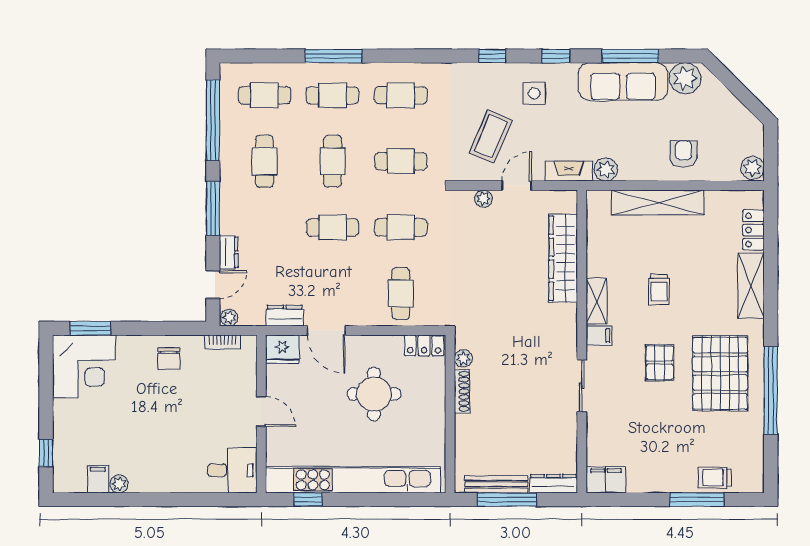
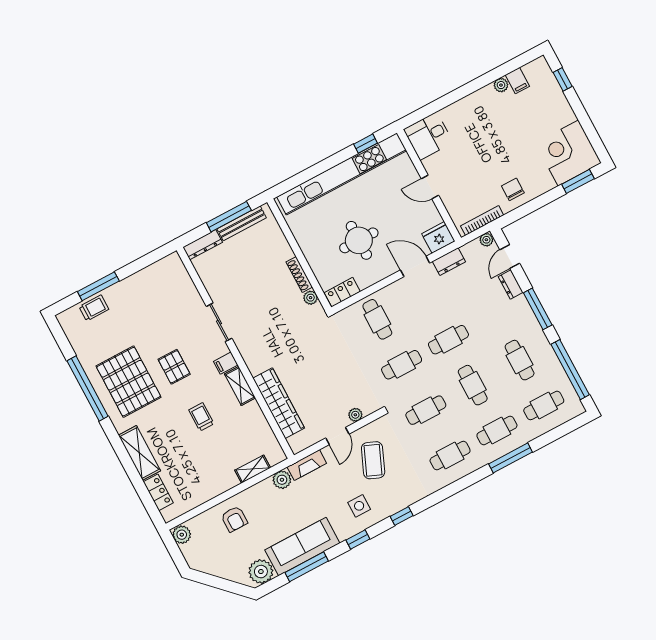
shelving: (658, 203) -> (253, 469), width x0.45, depth x0.75
bookcase: (222, 342) -> (482, 221), width x1.56
filing cabinet: (606, 480) -> (168, 267), removed

